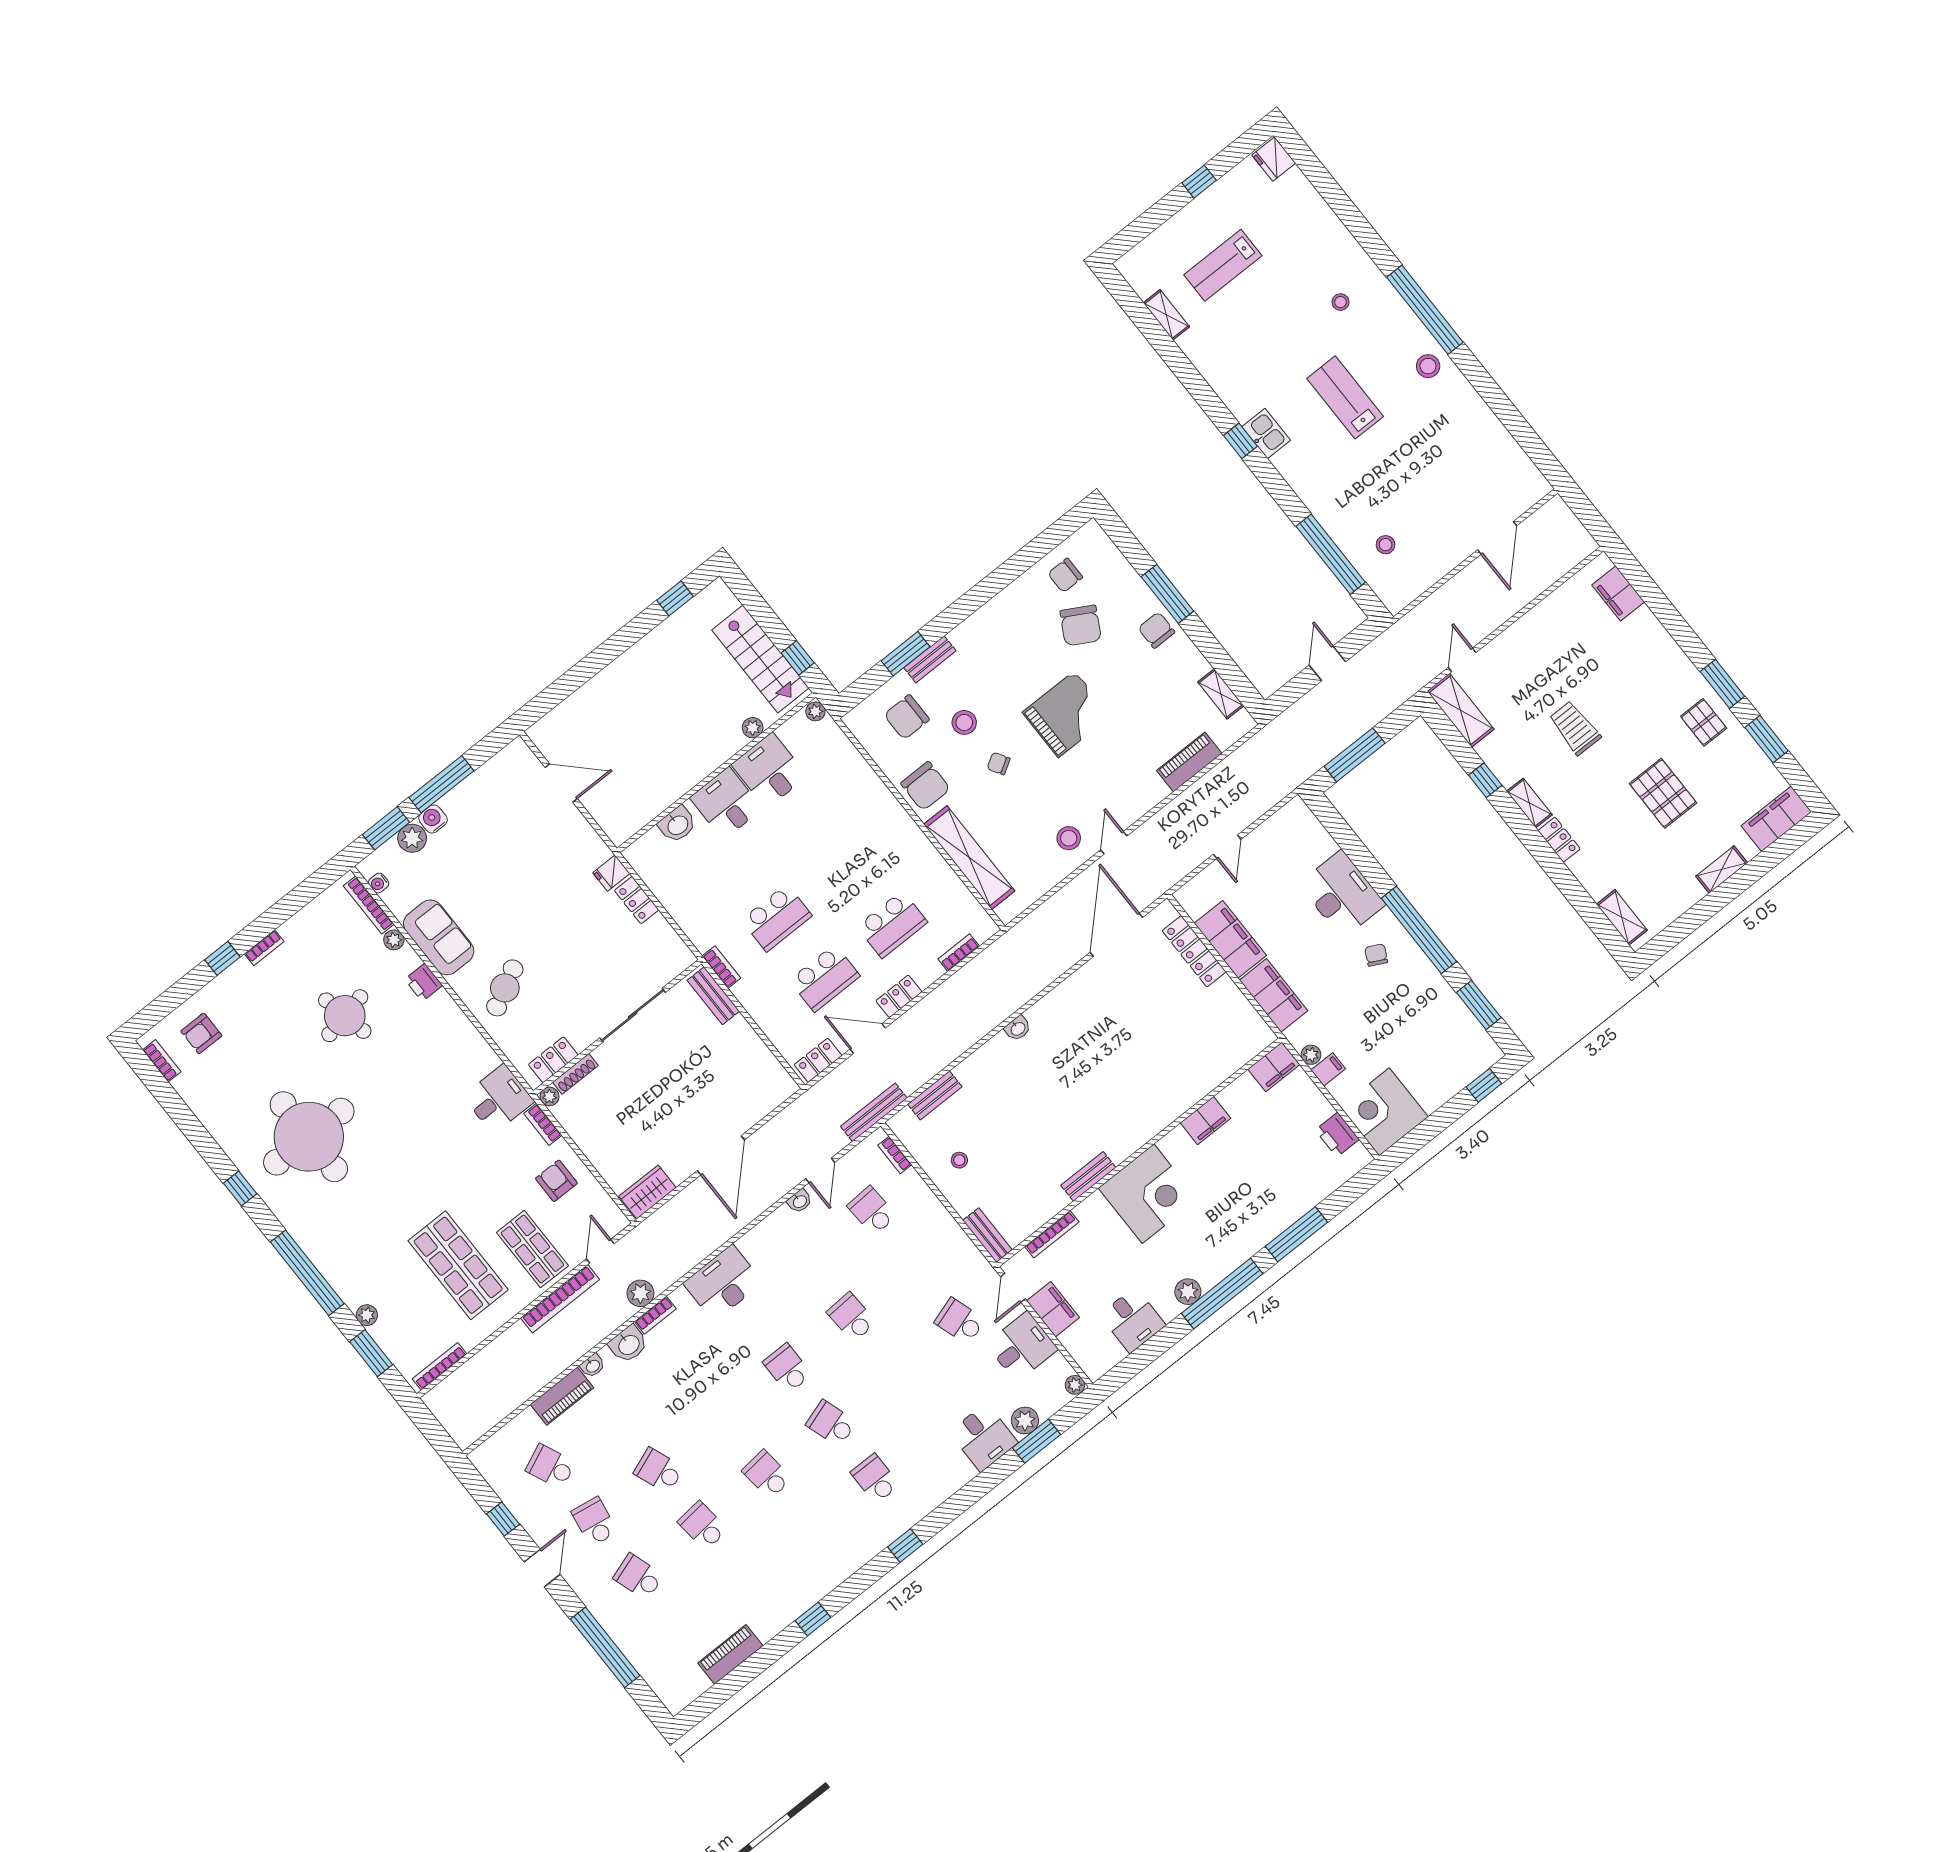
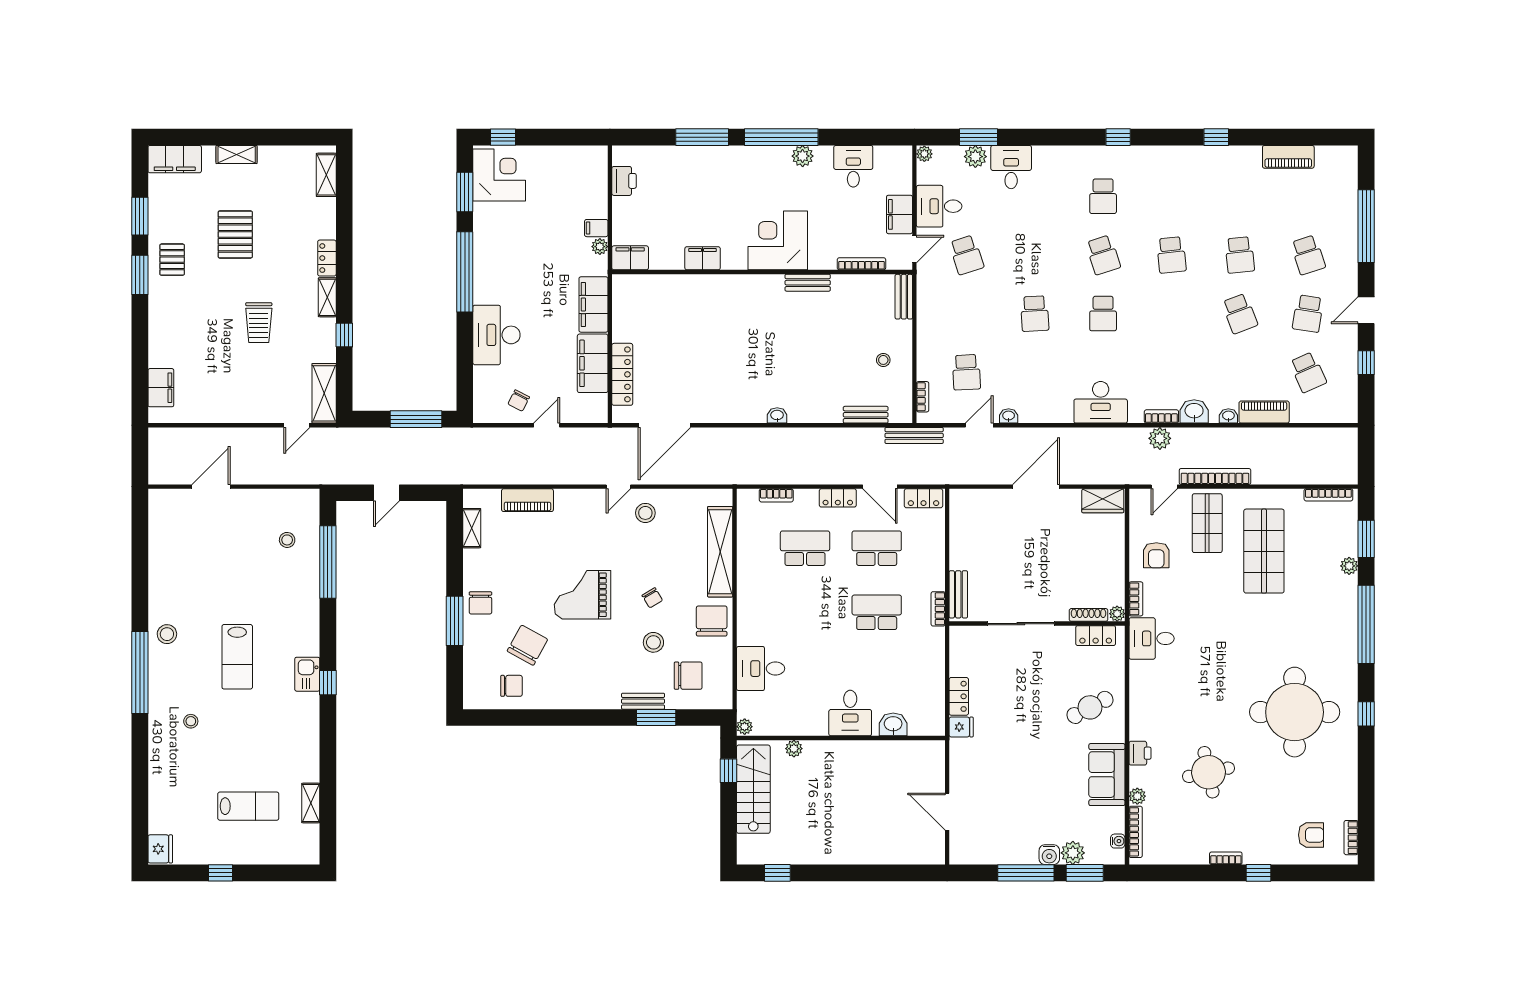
desk: (769, 770) -> (761, 669), moved, turned 90
chair: (1376, 955) -> (519, 401), moved
corner desk: (1384, 1112) -> (499, 175), moved, turned -90

